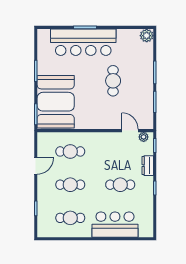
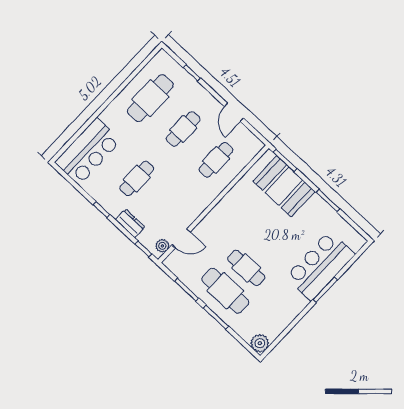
bar counter: (83, 42) -> (320, 266), width x0.73
cafe table: (136, 81) -> (225, 291), added
booth: (56, 102) -> (284, 186), width x0.73, depth x0.70
cafe table: (70, 218) -> (150, 98), width x1.37, depth x1.35
bar counter: (115, 225) -> (88, 151), moved

